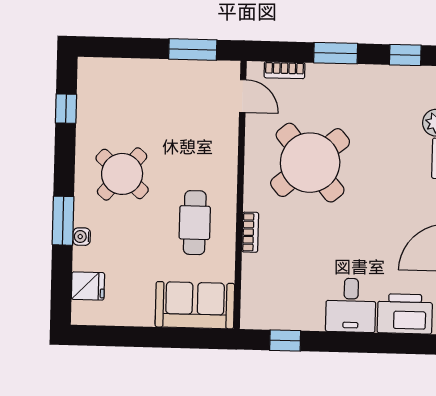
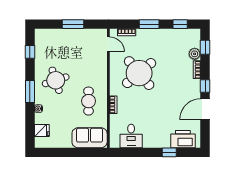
window: (193, 49) -> (73, 24), moved
round table: (122, 174) -> (56, 80), turned 31
window: (63, 221) -> (30, 91), moved
desk: (351, 305) -> (131, 136), moved
window: (285, 341) -> (169, 152), moved

